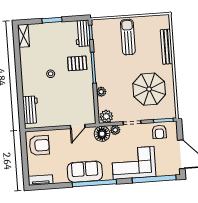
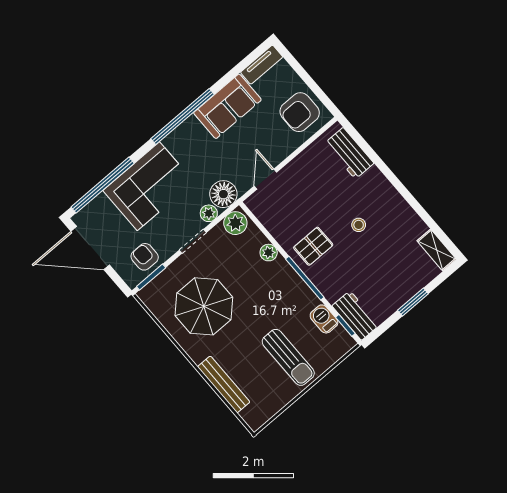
barbecue: (98, 43) -> (324, 319), added
pallet: (77, 63) -> (313, 246), moved
sofa: (85, 172) -> (227, 106), moved

